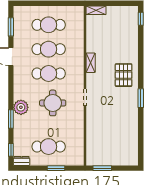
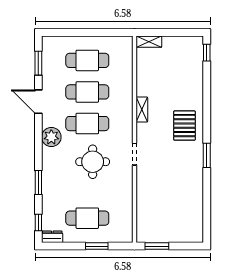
plant: (21, 107) -> (51, 137), moved

